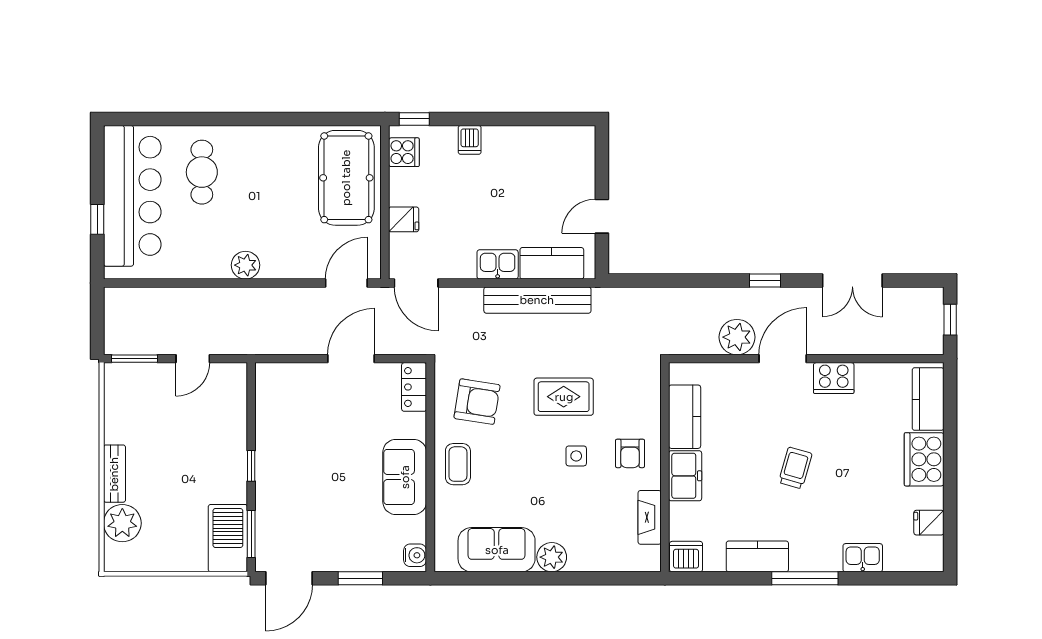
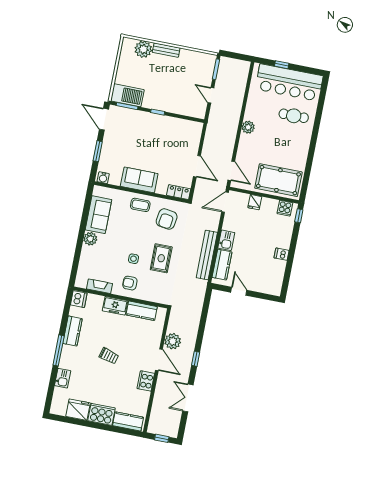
dishwasher: (470, 140) -> (282, 254), moved
fridge: (929, 523) -> (78, 410), width x1.88, depth x1.34

